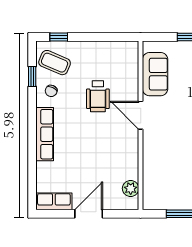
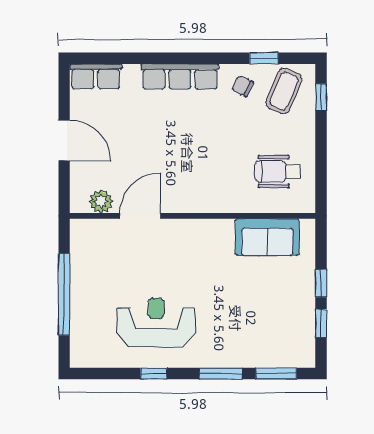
wheelchair: (98, 96) -> (277, 171), moved
door: (141, 115) -> (140, 216), moved
row of seats: (54, 201) -> (96, 76), moved, turned 90

